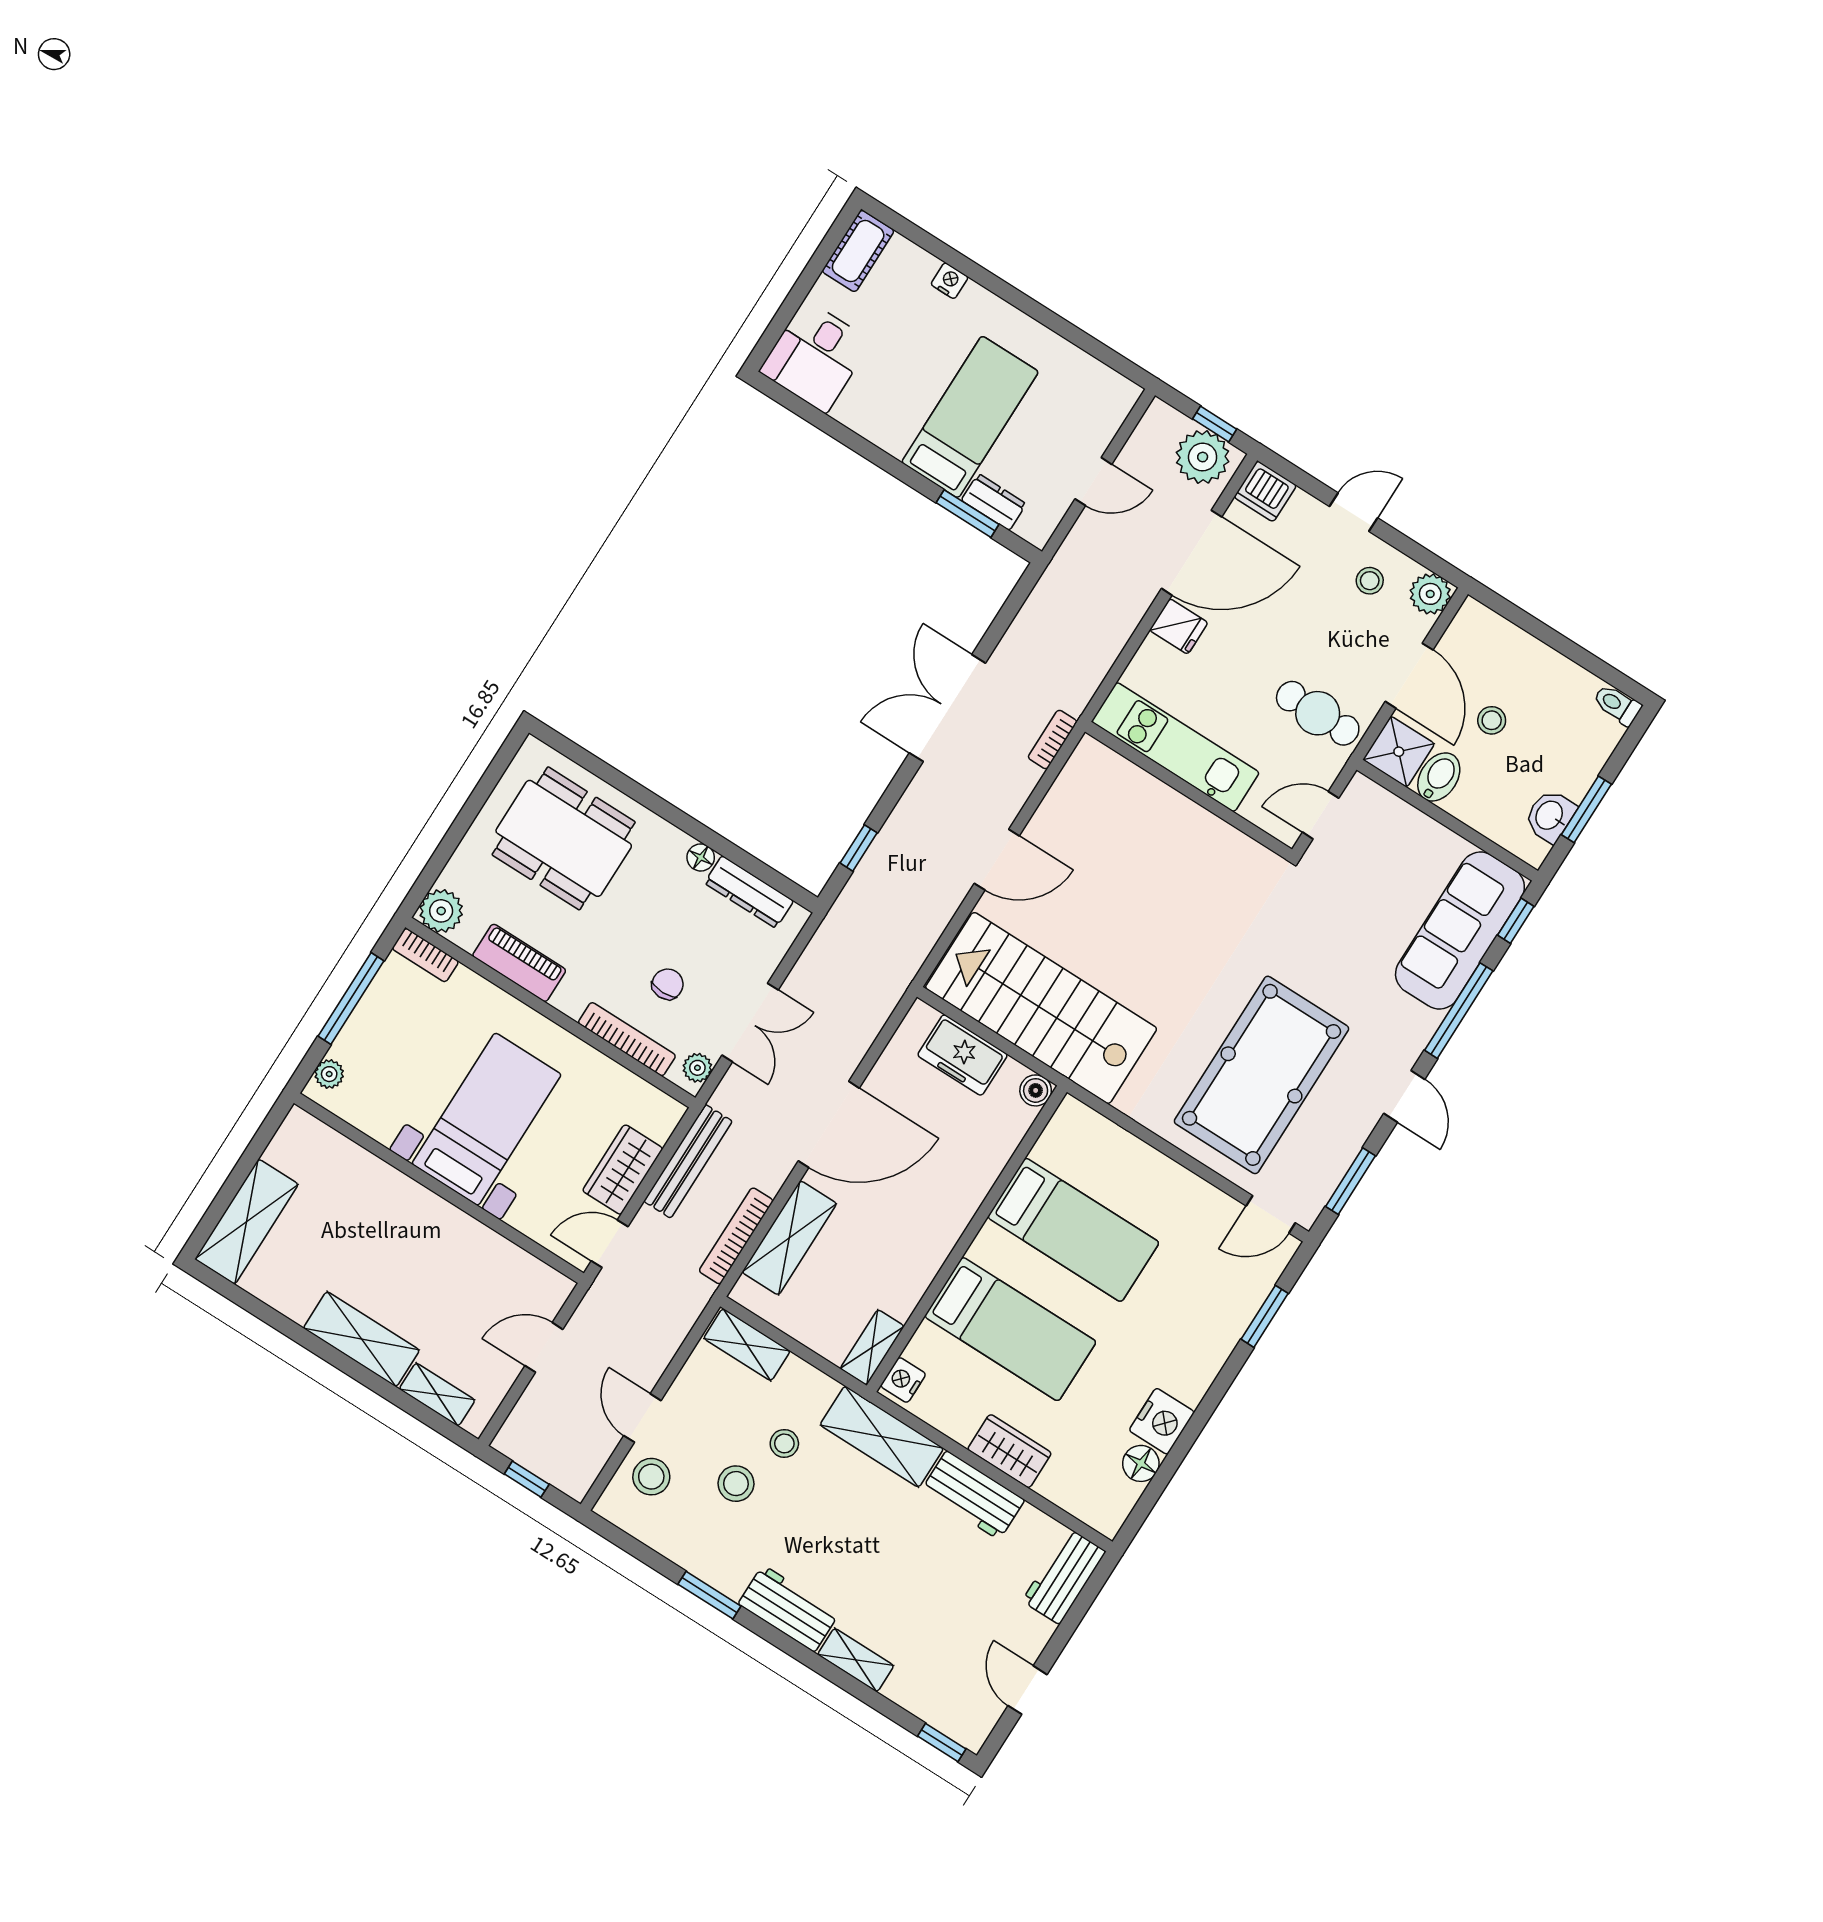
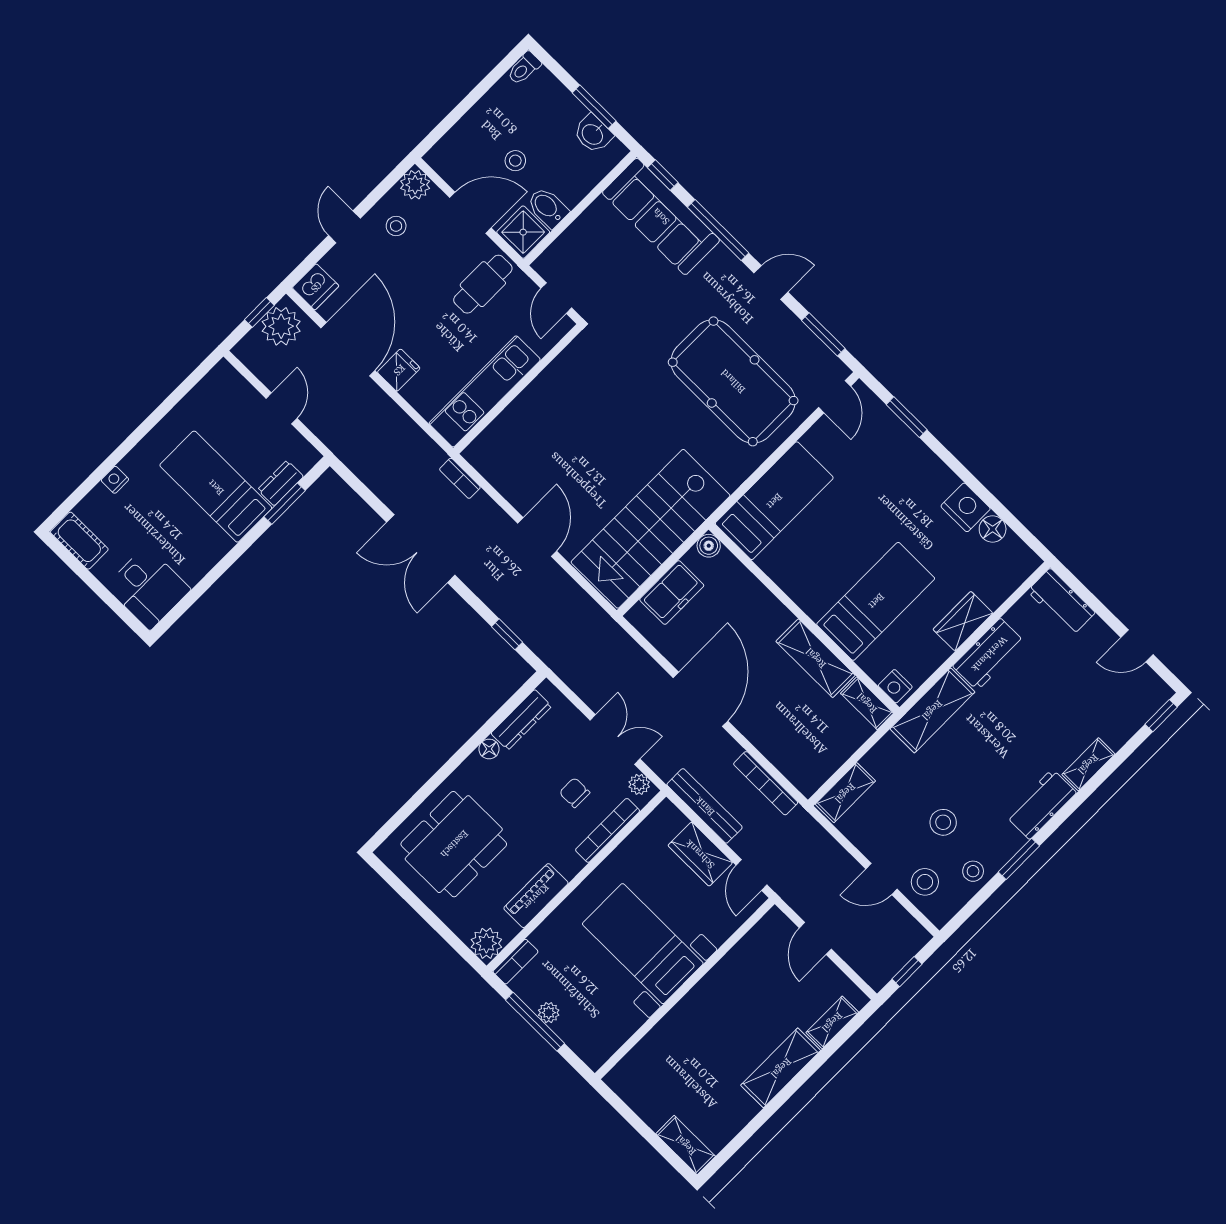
plant: (329, 1074) -> (549, 1013), moved
shelving: (247, 1222) -> (686, 1145), width x0.67, depth x0.75
bed: (1073, 1230) -> (774, 501), moved
shelving: (789, 1238) -> (816, 658), moved
stool: (784, 1443) -> (973, 871), moved

